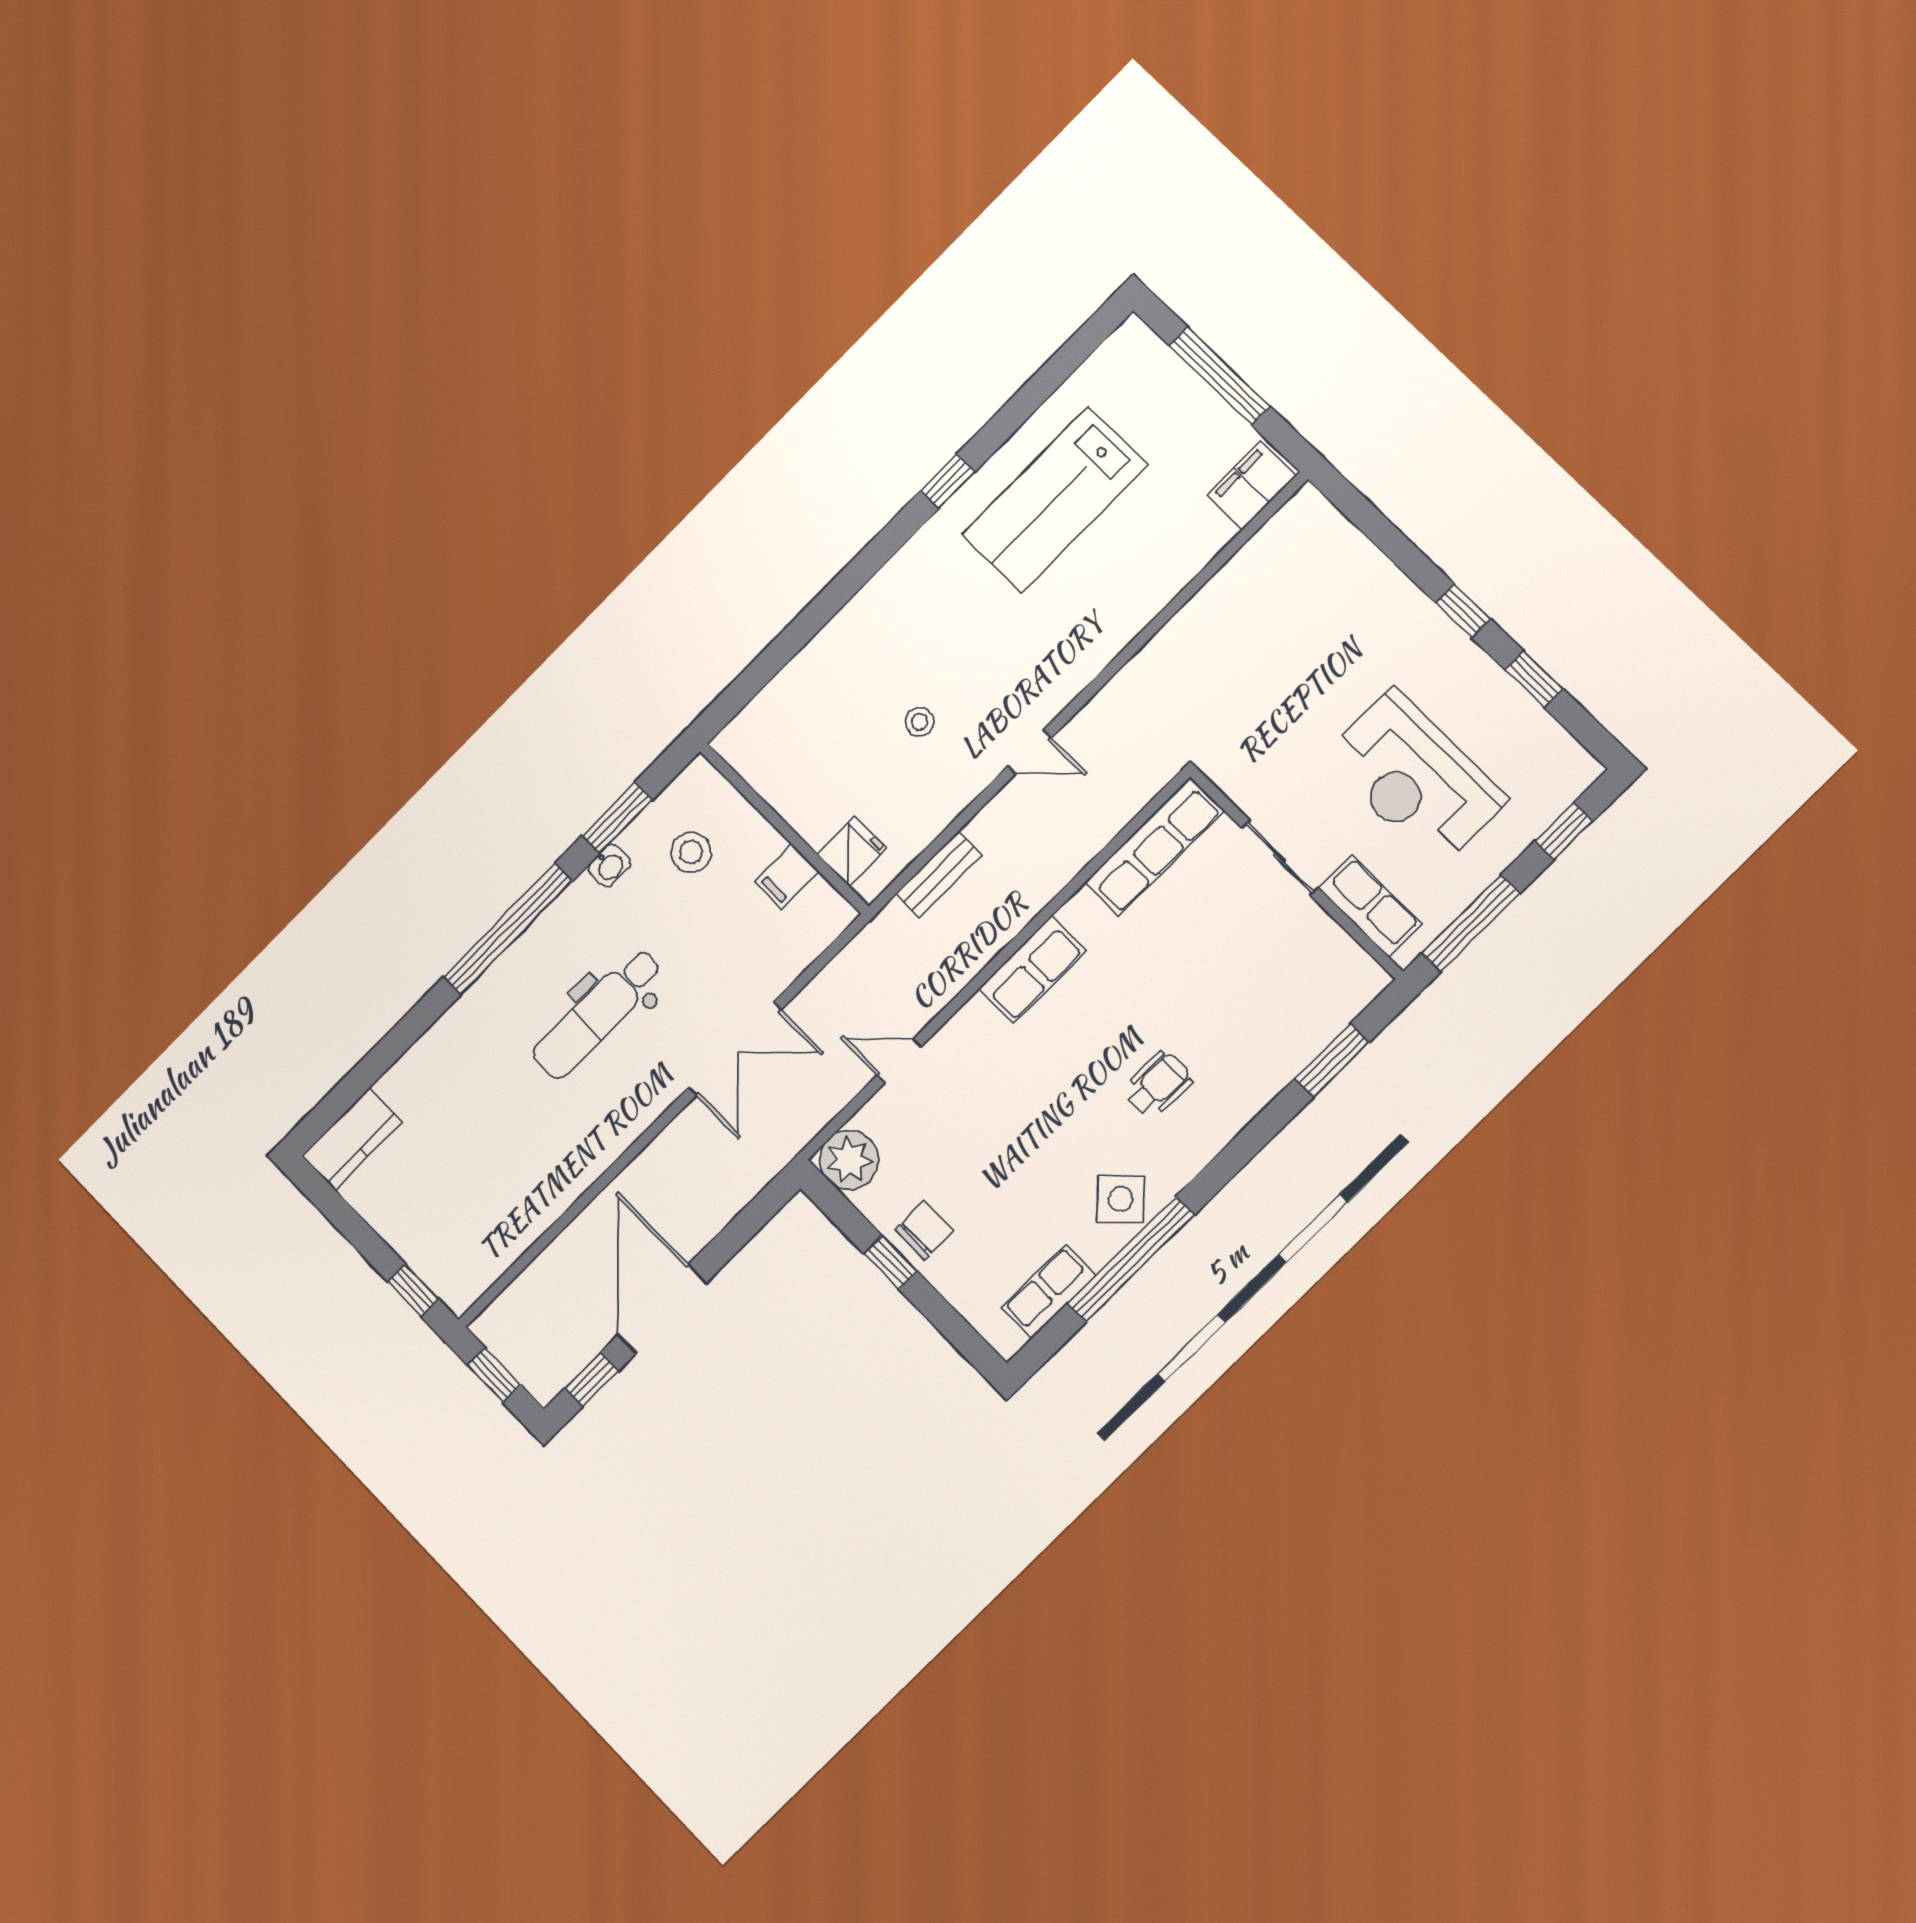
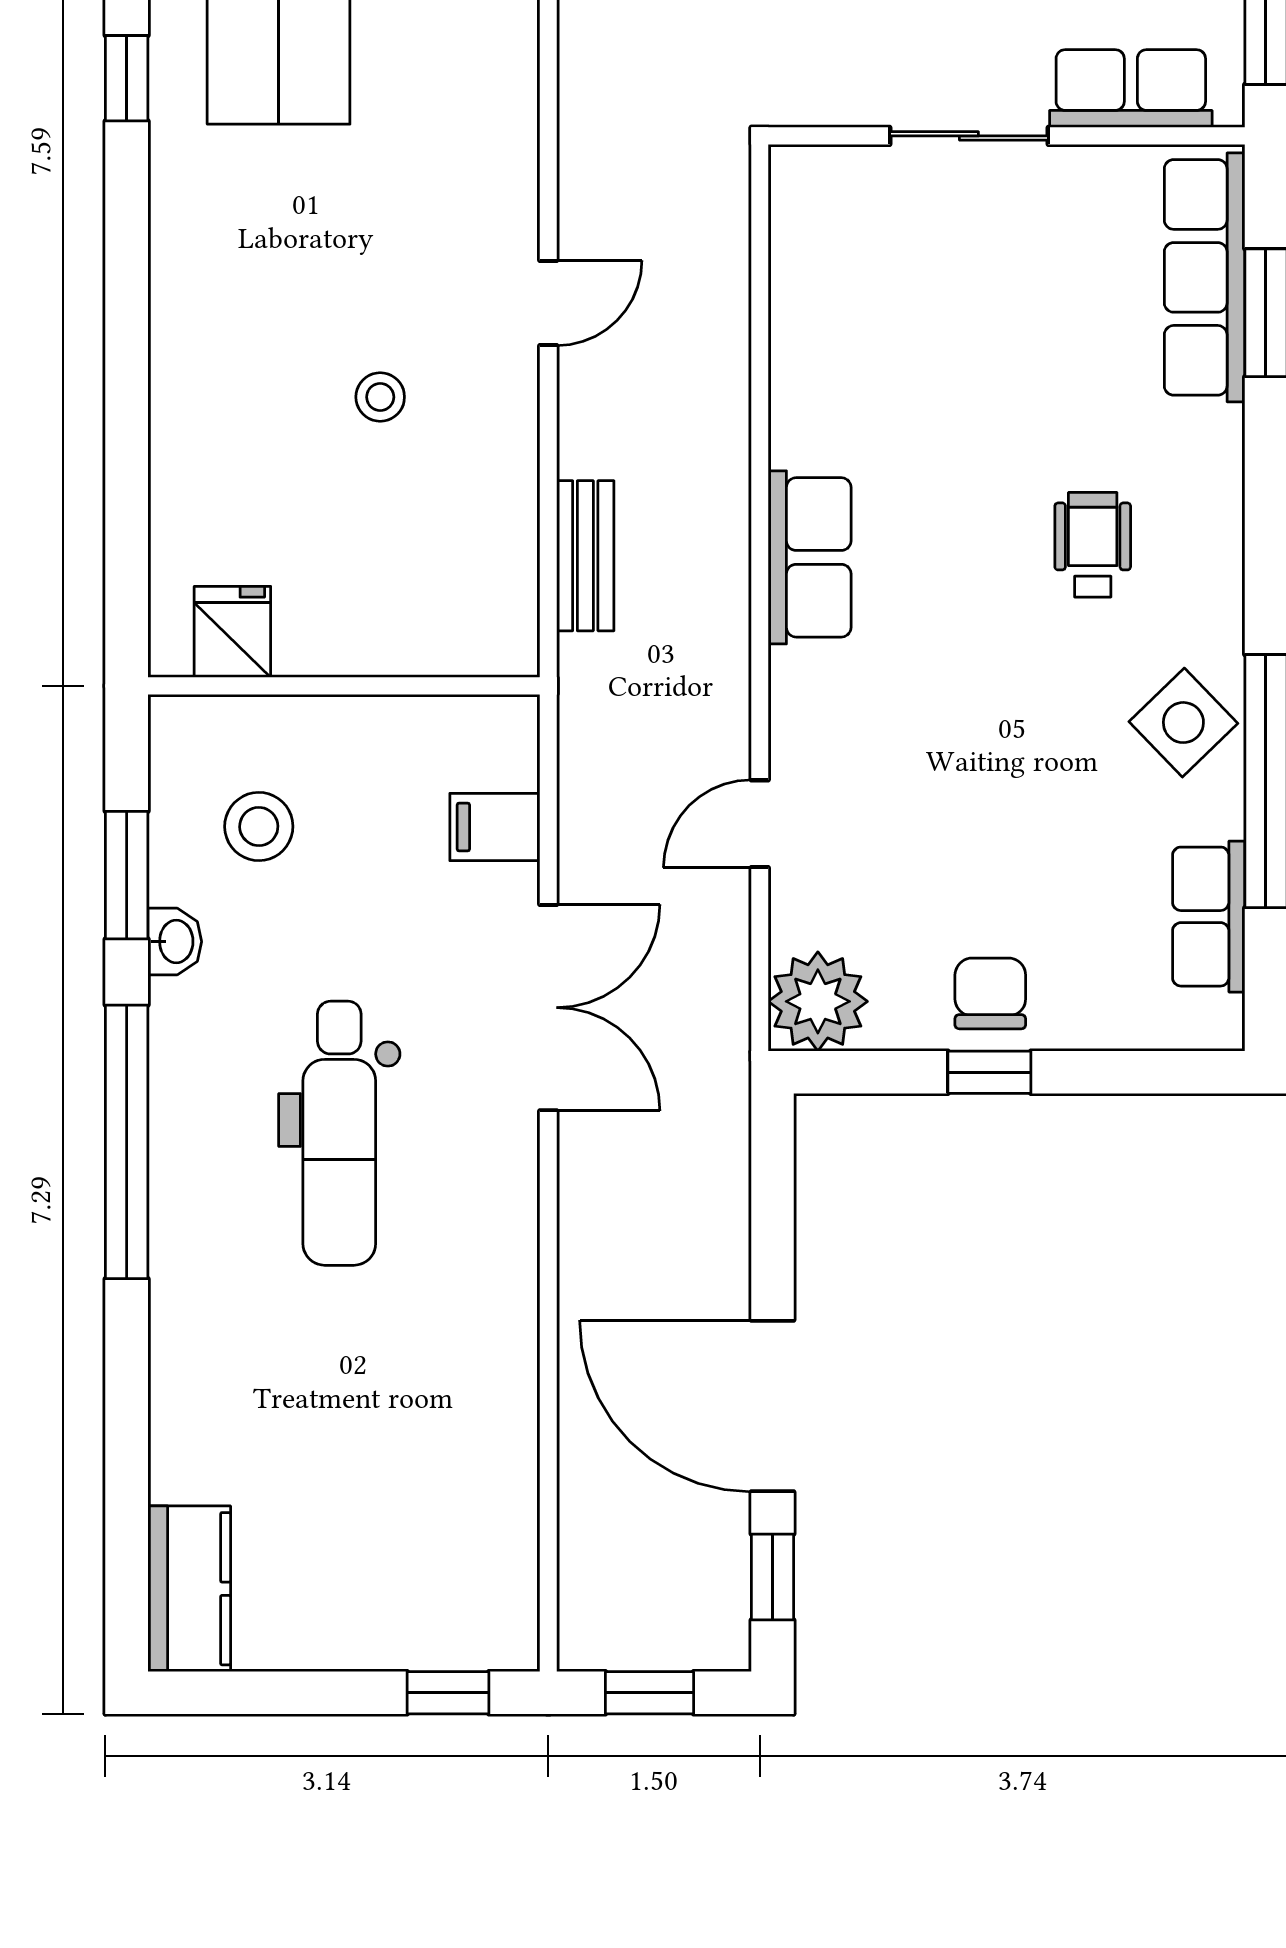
row of seats: (1154, 847) -> (1205, 277), moved, turned 180
fridge: (852, 852) -> (232, 632), moved
filing cabinet: (787, 876) -> (495, 827), moved, turned 90

